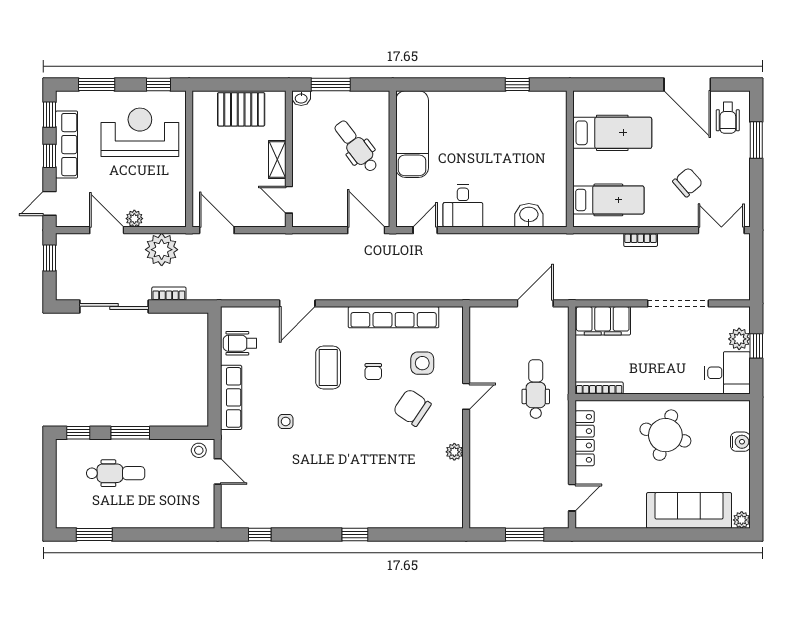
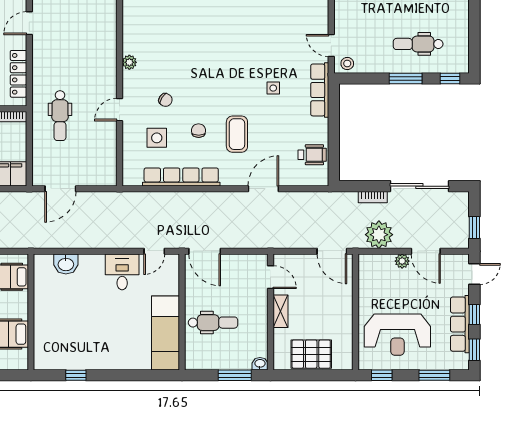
dental chair: (356, 146) -> (213, 323), turned -53
row of seats: (231, 397) -> (320, 90), moved
chair: (412, 408) -> (165, 100), width x0.54, depth x0.54

